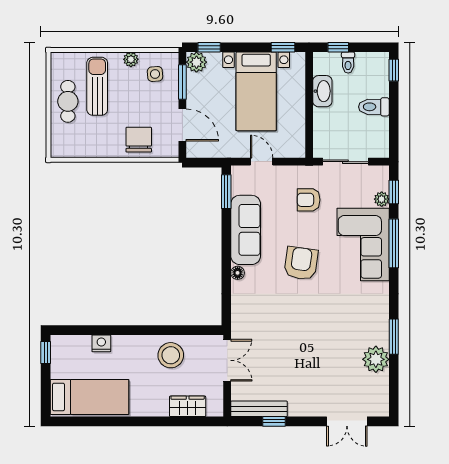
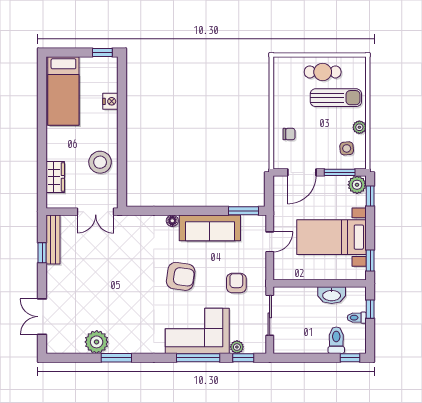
toilet: (374, 107) -> (336, 340), moved
chair: (139, 140) -> (289, 134), width x0.54, depth x0.54

